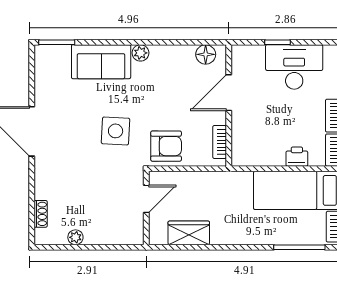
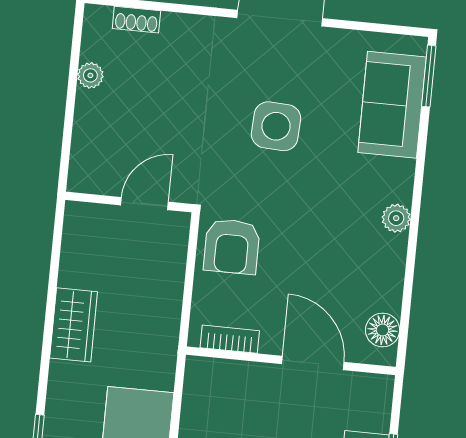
sofa: (101, 62) -> (392, 105), moved
side table: (116, 131) -> (276, 126), moved
door: (146, 199) -> (144, 204), swing flipped
wardrobe: (189, 233) -> (74, 325), moved

